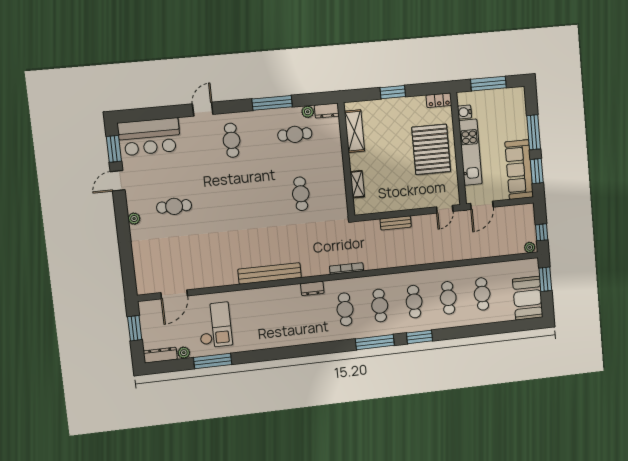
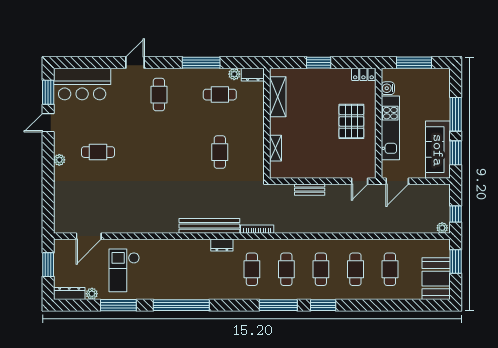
pallet: (431, 149) -> (351, 121), width x0.73, depth x0.71
bench: (270, 273) -> (209, 226), moved
checkout: (215, 325) -> (124, 270), turned 180
window: (277, 353) -> (181, 305), added

